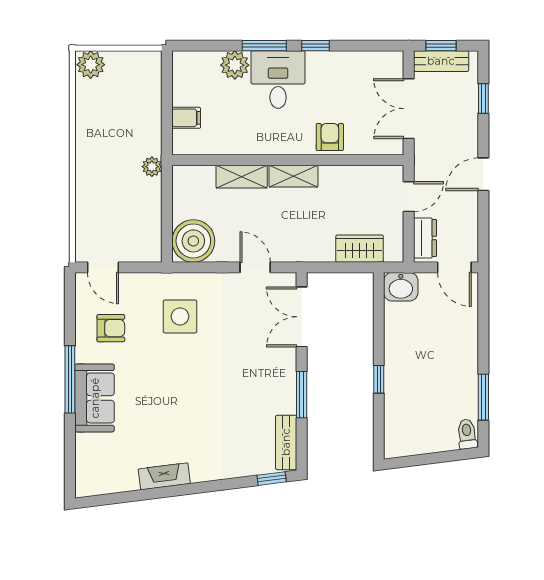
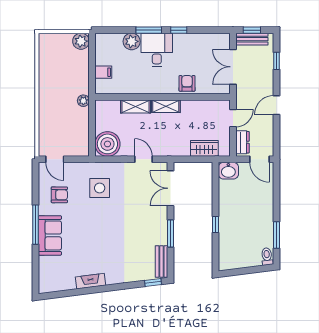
plant: (91, 65) -> (81, 41), moved

